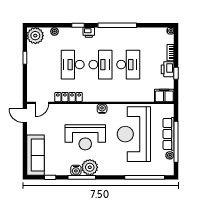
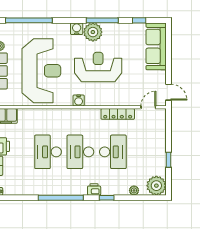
water cooler: (76, 170) -> (77, 29), moved

